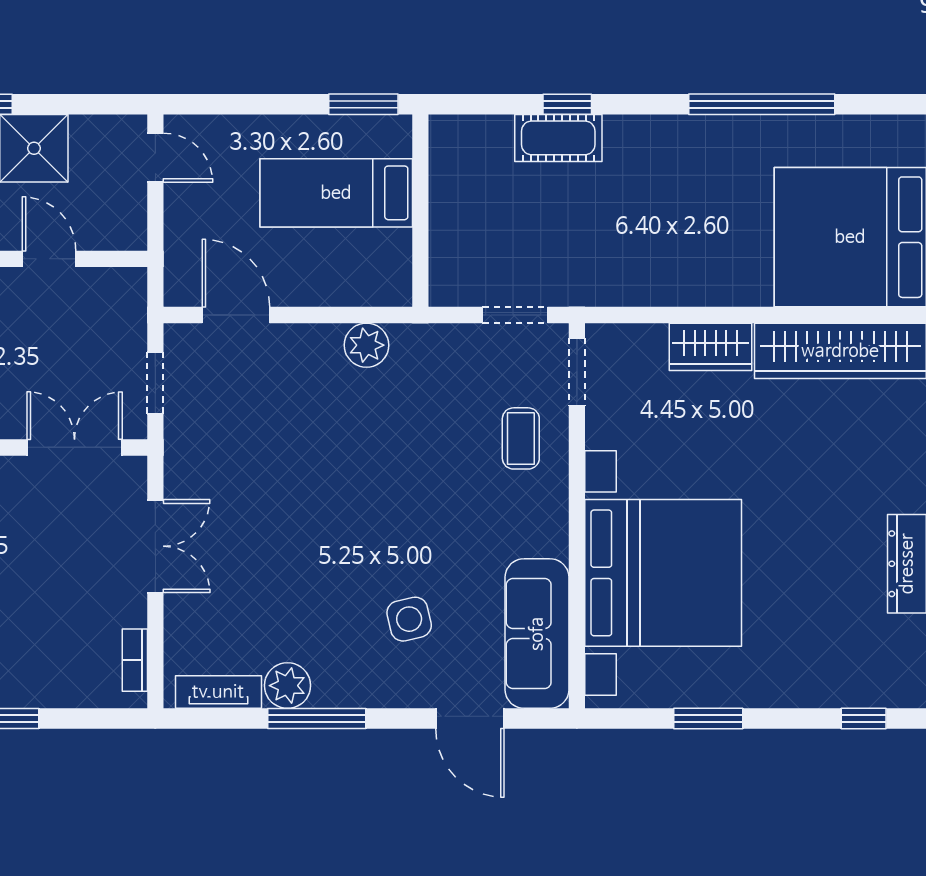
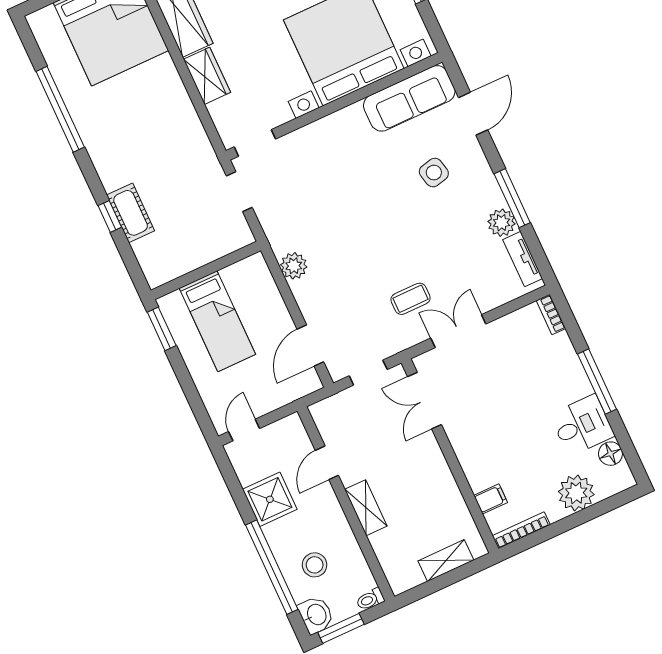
coffee table: (521, 438) -> (411, 299), moved
bookcase: (135, 660) -> (551, 315), moved, turned 90

